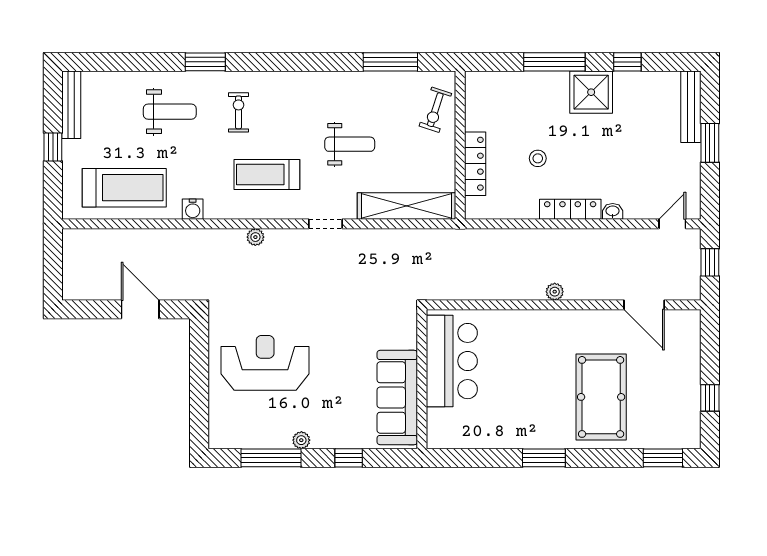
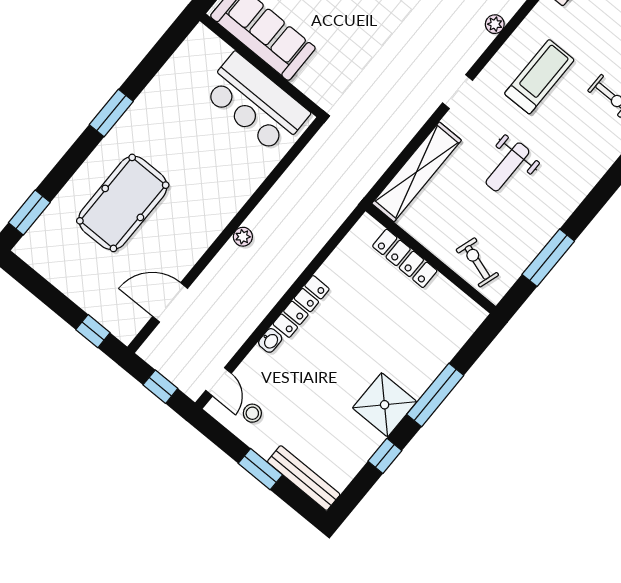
stool: (538, 158) -> (252, 413), moved
pool table: (601, 397) -> (123, 203), turned 90
window: (710, 398) -> (93, 331), moved

